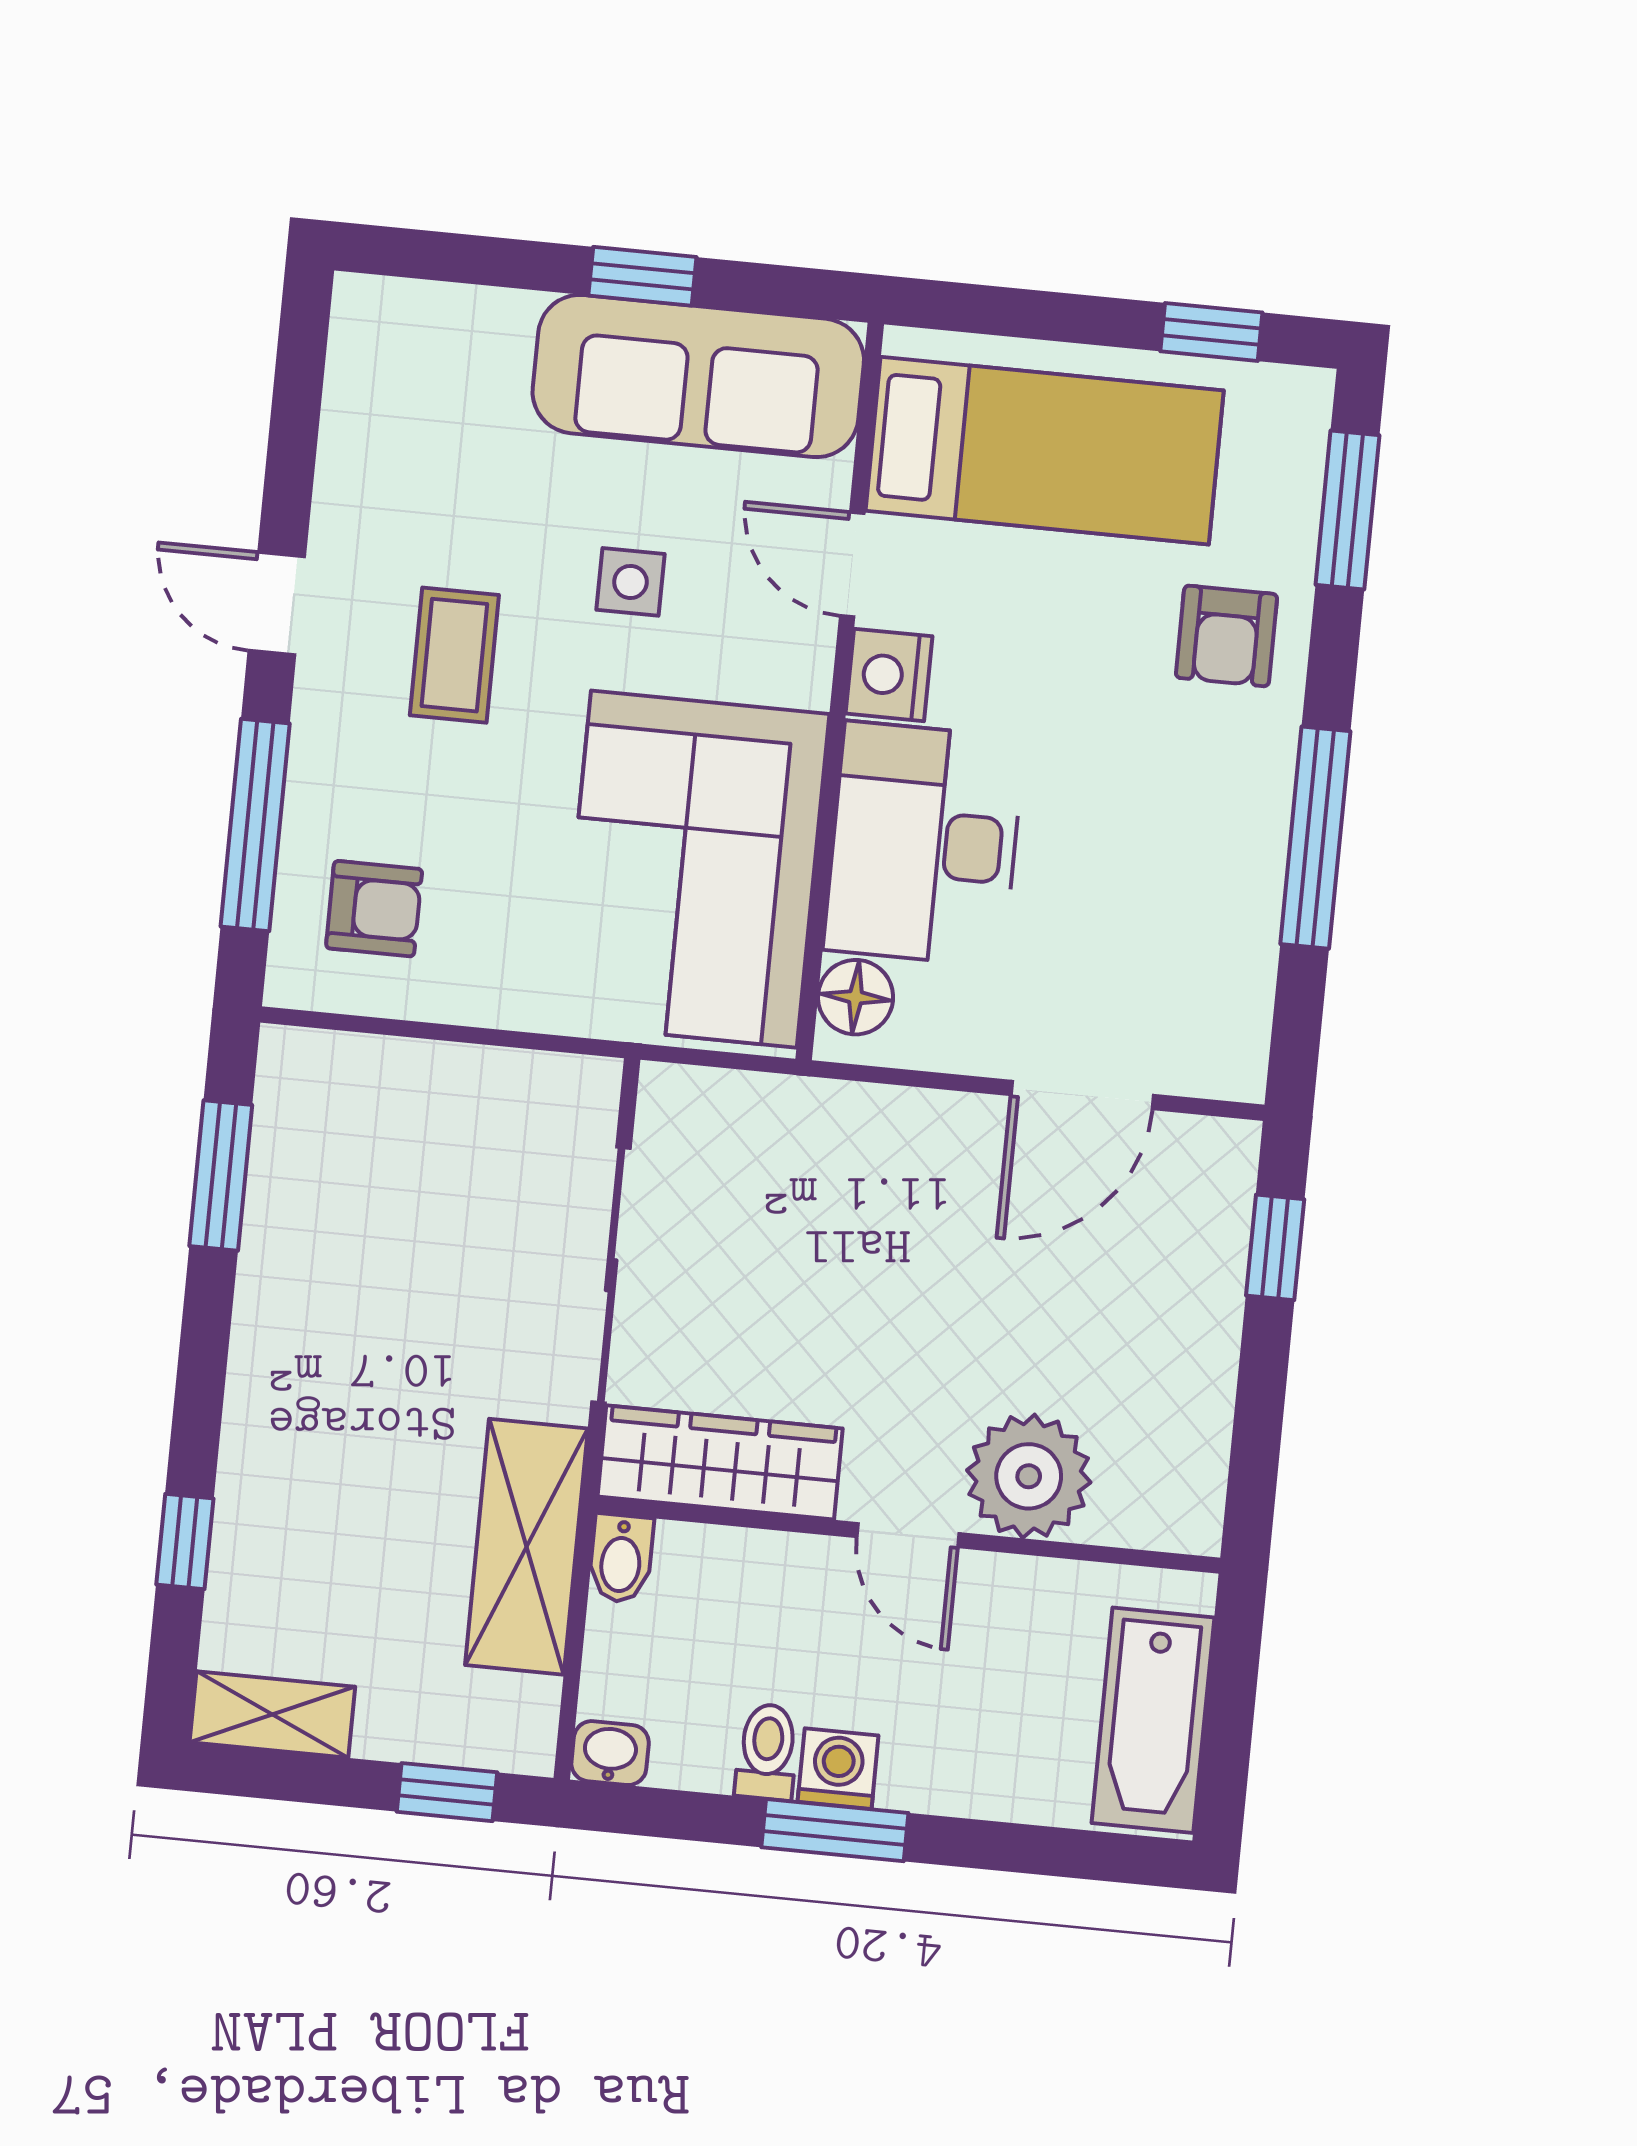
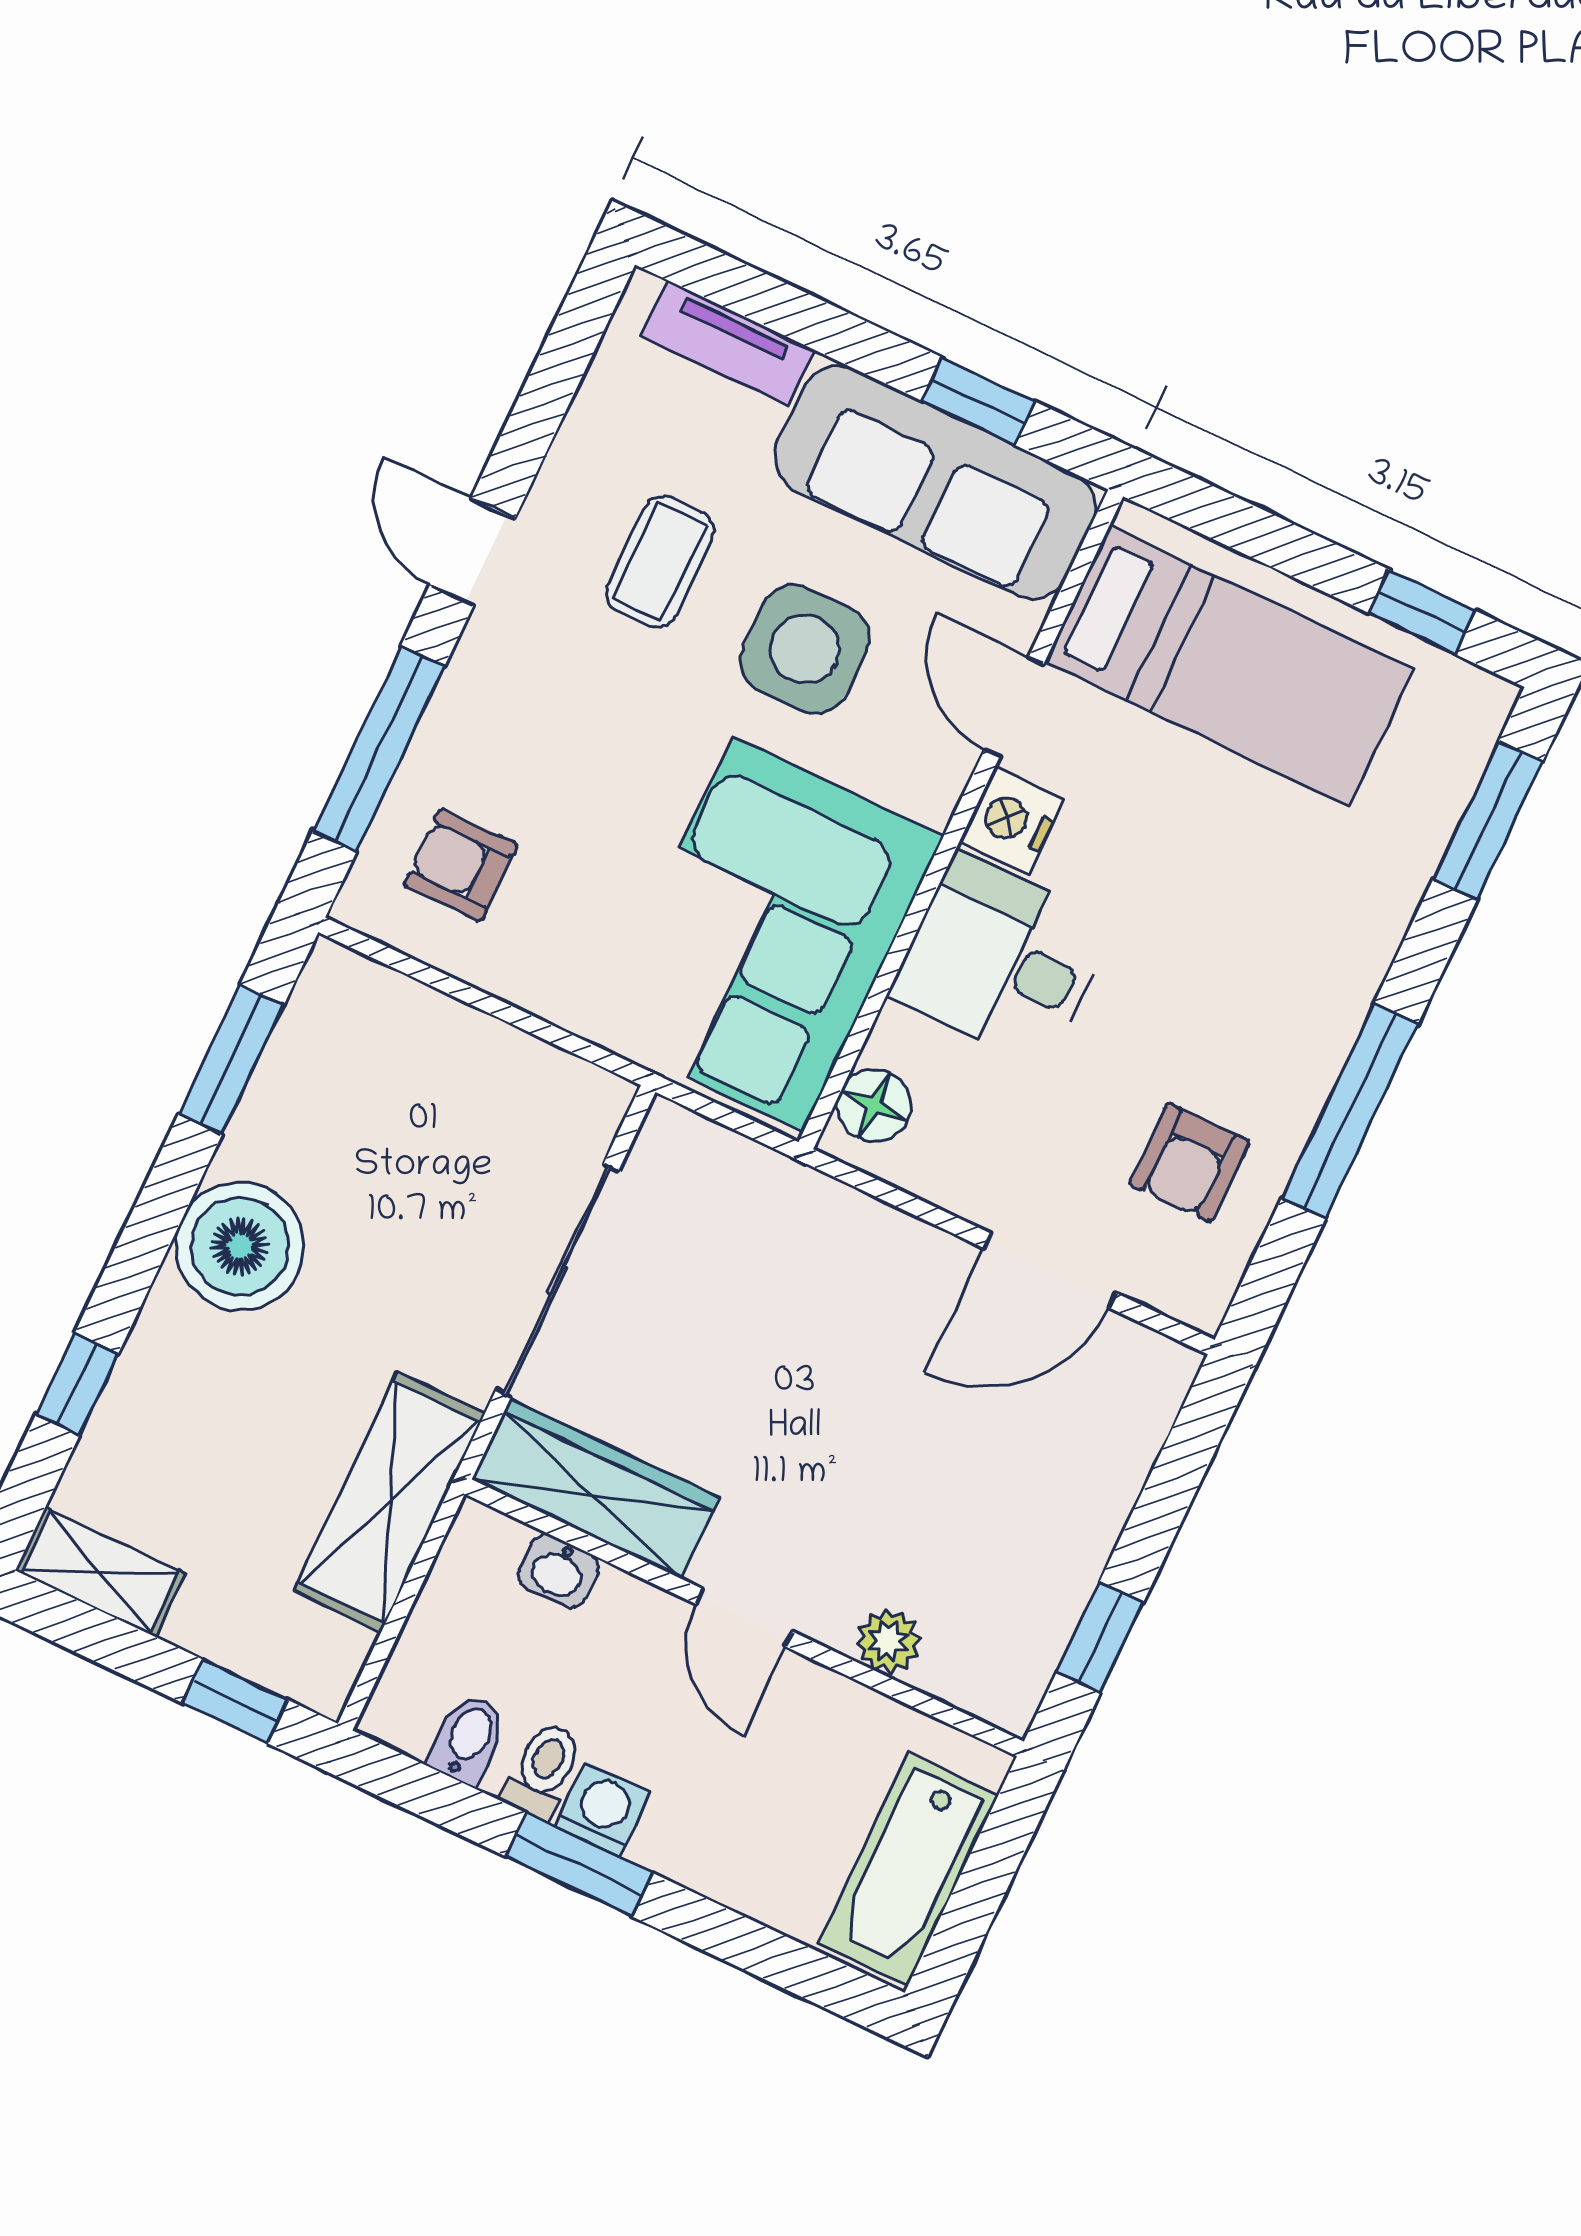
window: (642, 276) -> (979, 401), moved
tv unit: (450, 314) -> (727, 343), added
side table: (630, 582) -> (805, 649), width x1.87, depth x1.87
armchair: (1227, 636) -> (1190, 1163), moved
coffee table: (454, 655) -> (660, 562), moved
desk: (924, 844) -> (1001, 960), width x0.73
armchair: (374, 909) -> (461, 865), turned 180
window: (1275, 1247) -> (1100, 1637), moved
boiler: (294, 1352) -> (240, 1246), added
plant: (1029, 1476) -> (888, 1641), width x0.53, depth x0.53
bidet: (621, 1558) -> (468, 1739), moved, turned 180
washbasin: (610, 1753) -> (558, 1571), moved, turned 180

